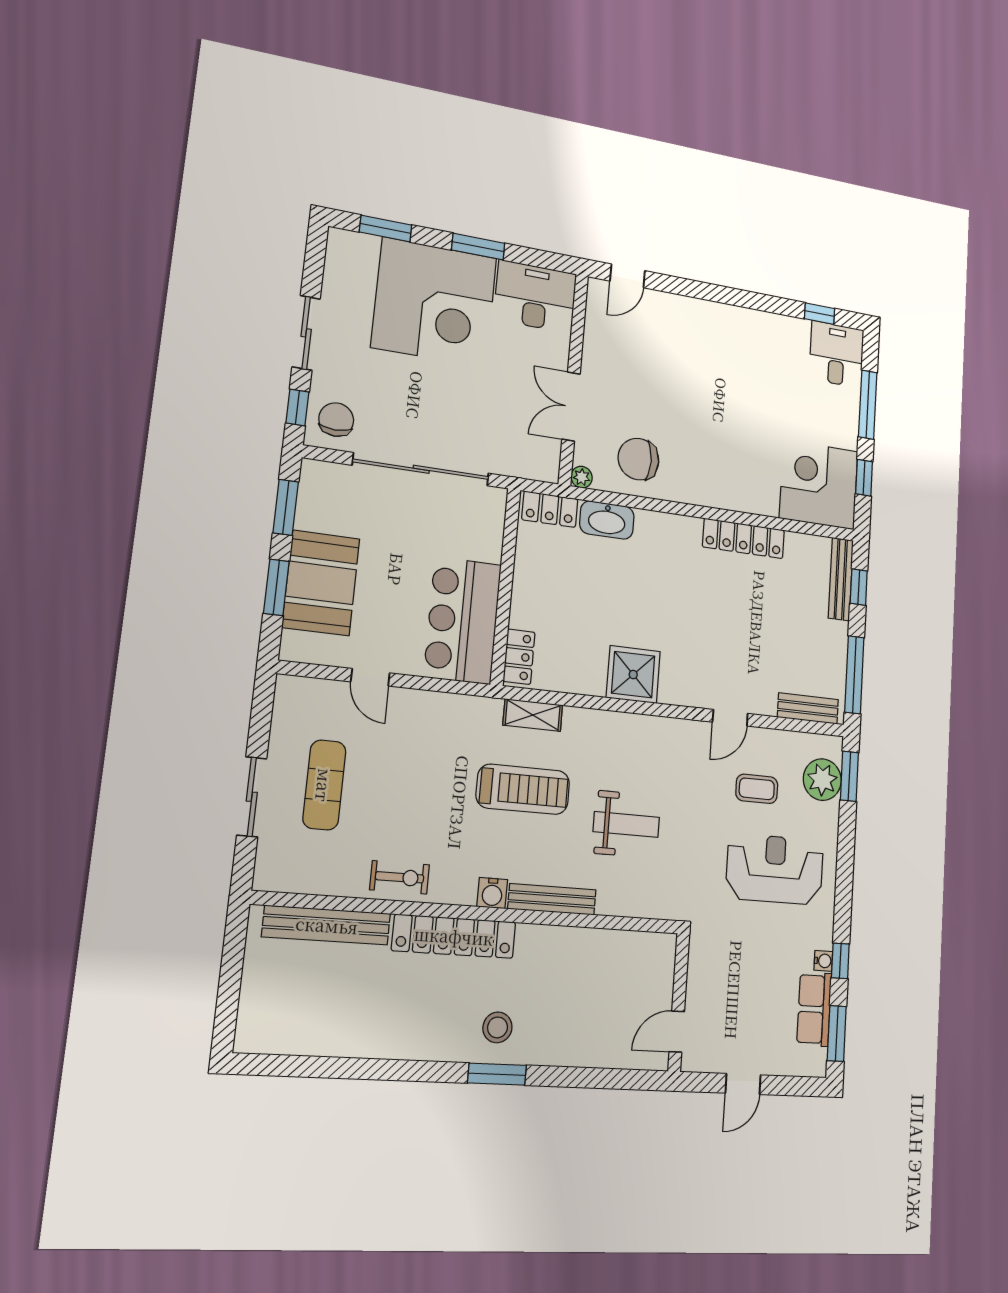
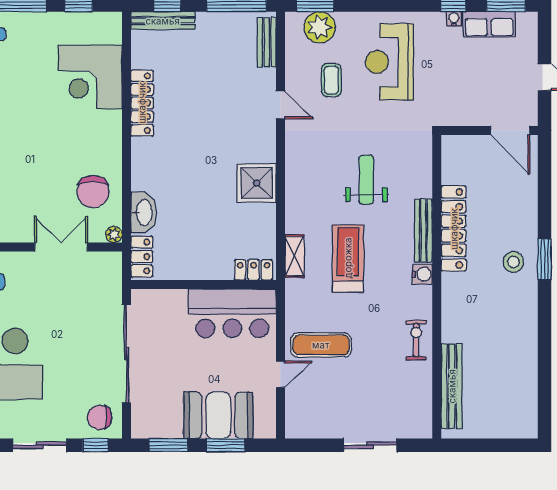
double door: (571, 406) -> (61, 247), swing flipped
corner desk: (819, 485) -> (90, 77), moved
exercise mat: (324, 785) -> (321, 345), moved
locker: (454, 936) -> (454, 229), moved
door: (677, 1032) -> (510, 130), width x1.38

